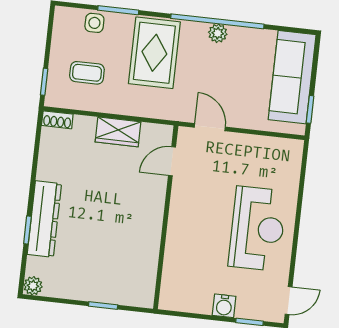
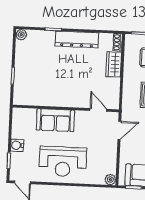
wardrobe: (118, 132) -> (114, 64), moved
plant: (294, 148) -> (110, 180), added
dresser: (44, 219) -> (77, 39), moved
sofa: (185, 237) -> (55, 120), added

